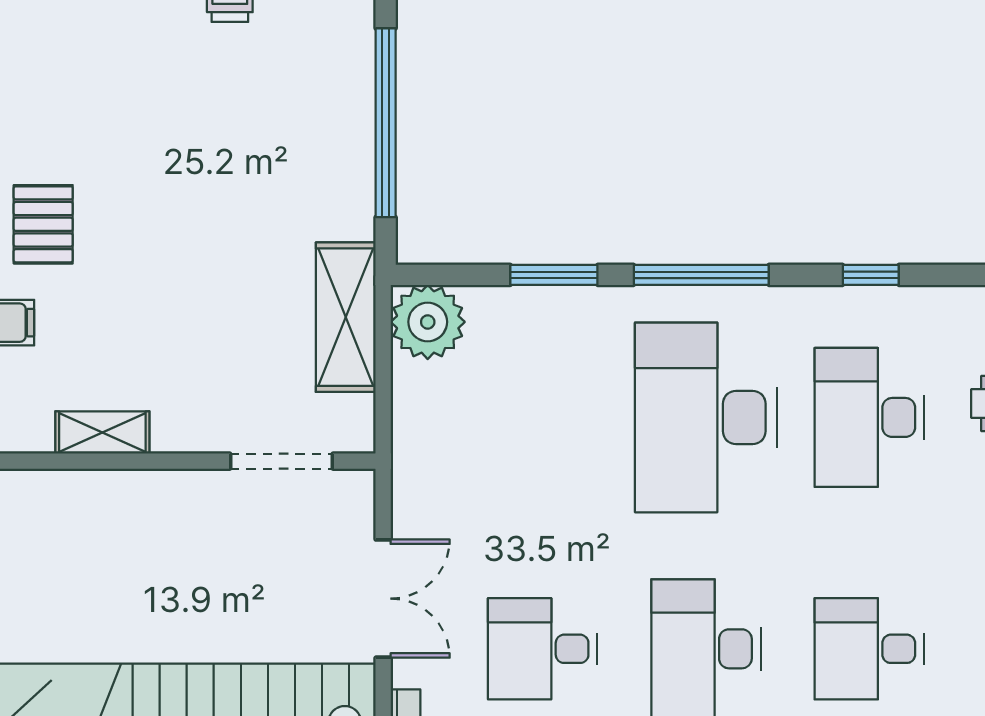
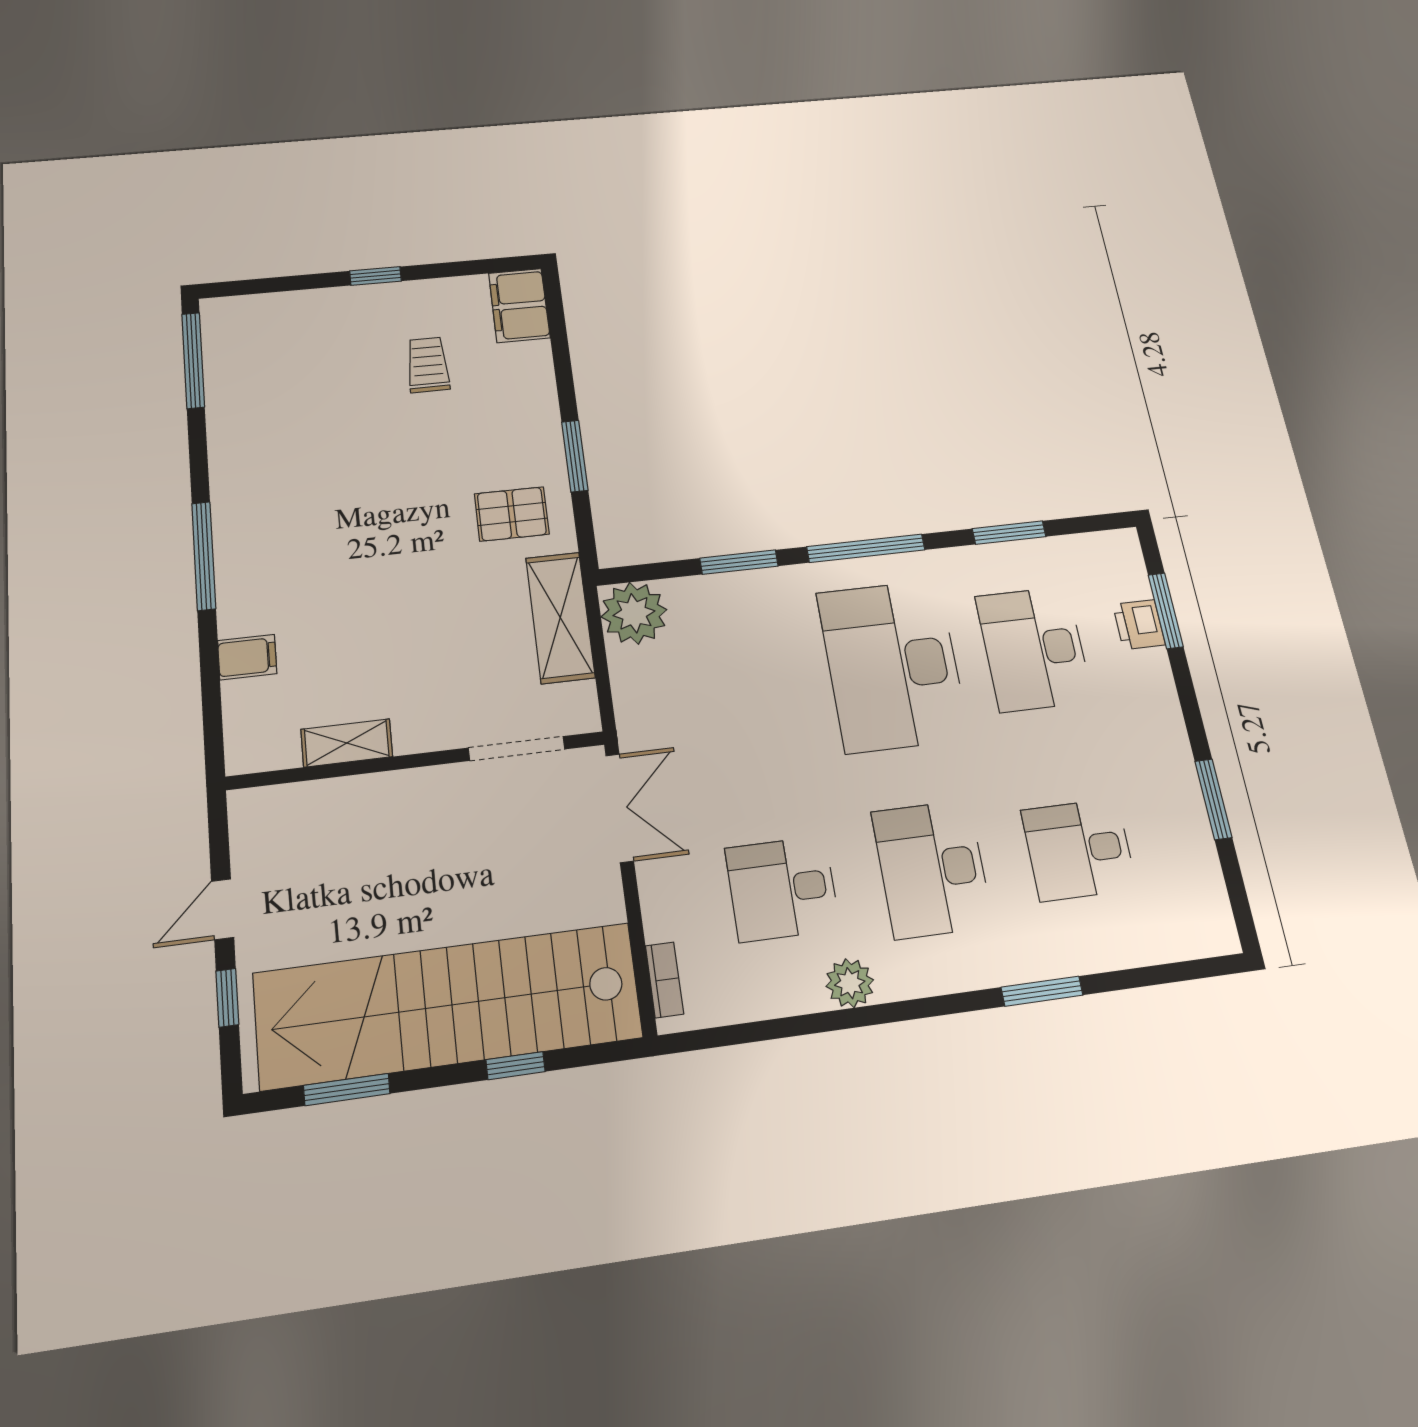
window: (386, 123) -> (575, 456), width x0.47
pallet: (43, 224) -> (512, 514), moved, turned 90
window: (871, 275) -> (1009, 533), width x1.50
double door: (383, 599) -> (620, 808), moved

